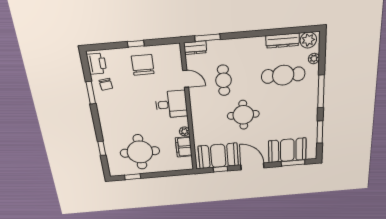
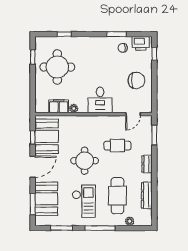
plant: (308, 40) -> (145, 216), removed
window: (136, 44) -> (154, 54), moved
dresser: (195, 48) -> (147, 164), moved
door: (186, 79) -> (133, 114), moved
checkout: (290, 112) -> (84, 201), added

